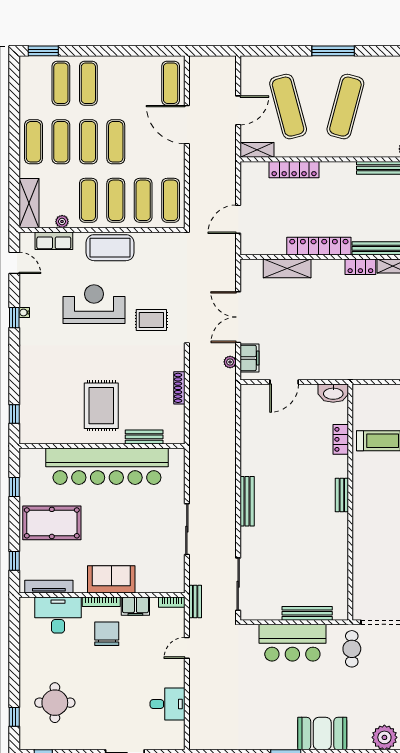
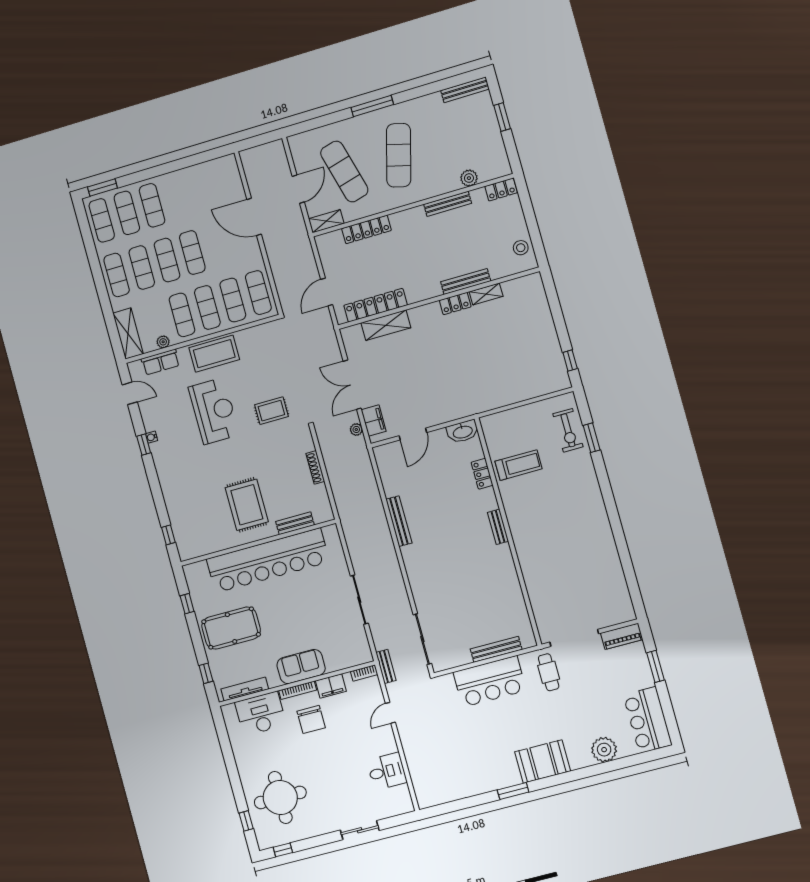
exercise mat: (171, 83) -> (102, 220), moved
locker: (319, 246) -> (375, 305), moved
reception desk: (94, 304) -> (214, 411), turned 90
bench: (247, 501) -> (399, 521), moved
chair: (107, 634) -> (311, 719), turned 180
round table: (55, 703) -> (280, 797), width x1.36, depth x1.36

